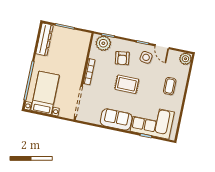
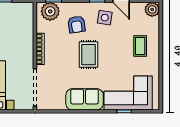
rug: (127, 84) -> (88, 55), turned 90

